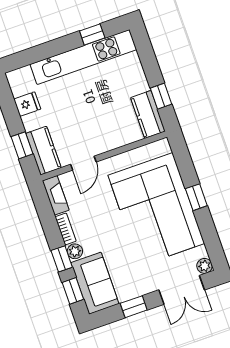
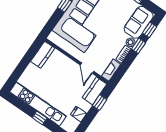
window: (92, 34) -> (40, 118), moved
window: (161, 96) -> (30, 55), removed
door: (83, 163) -> (87, 68), swing flipped

